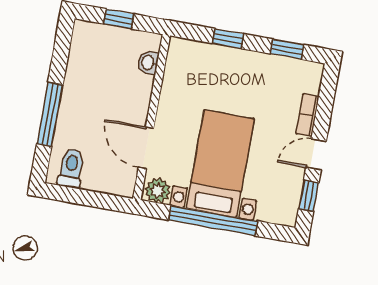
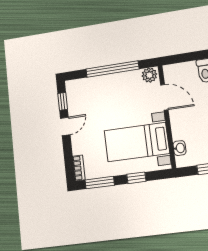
window: (287, 49) -> (100, 183), width x1.50
bookcase: (307, 115) -> (79, 168), moved
bed with nightstands: (220, 164) -> (137, 142), moved, turned 90

